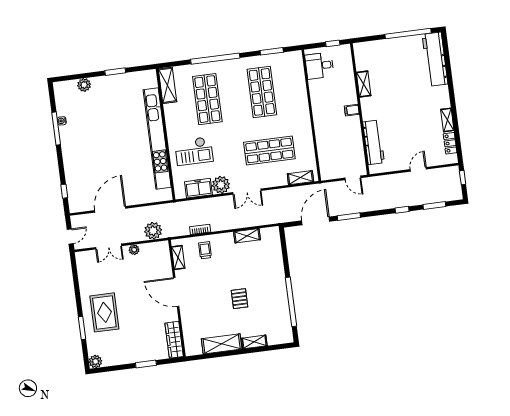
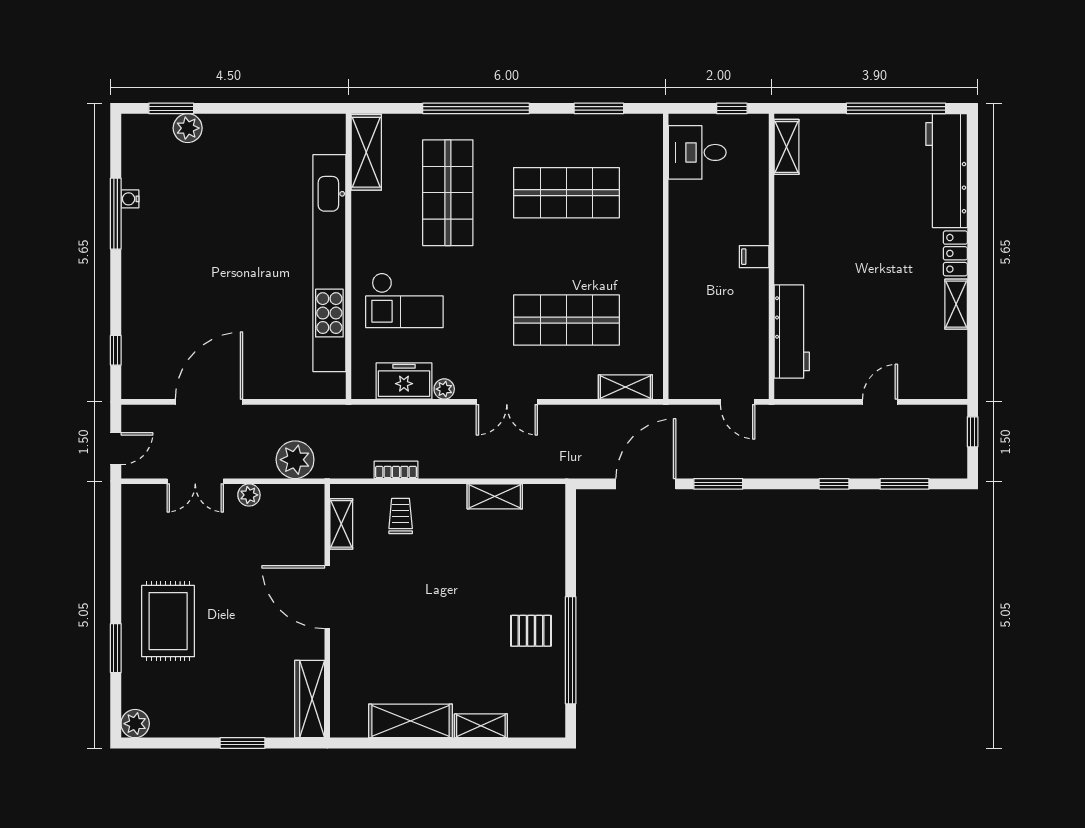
window: (115, 72) -> (171, 108), moved
shelving: (364, 84) -> (787, 147), moved
shop shelf: (262, 92) -> (566, 193), turned 90
locker: (450, 143) -> (955, 253), moved
plant: (221, 185) -> (444, 389), width x0.53, depth x0.53
pallet: (240, 299) -> (531, 631), moved, turned 90

